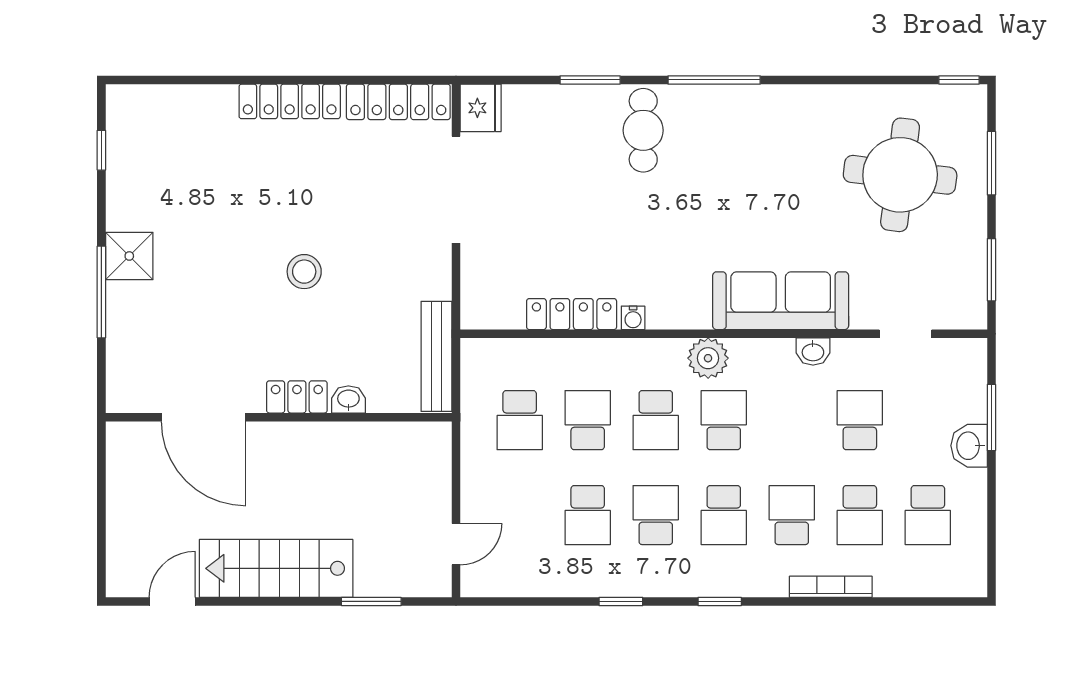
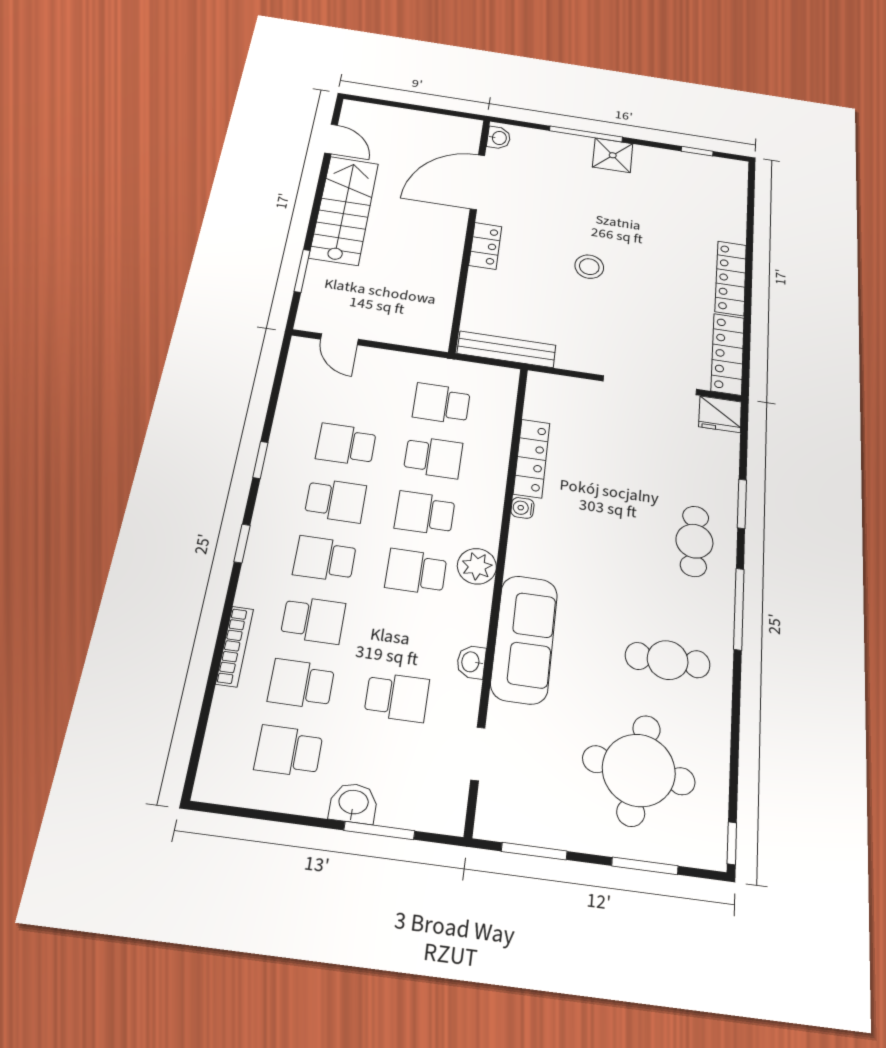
cafe table: (643, 130) -> (694, 541), turned 90
cafe table: (782, 152) -> (668, 660), added
washbasin: (348, 399) -> (499, 138), moved
school desk: (724, 420) -> (416, 572), turned 180

